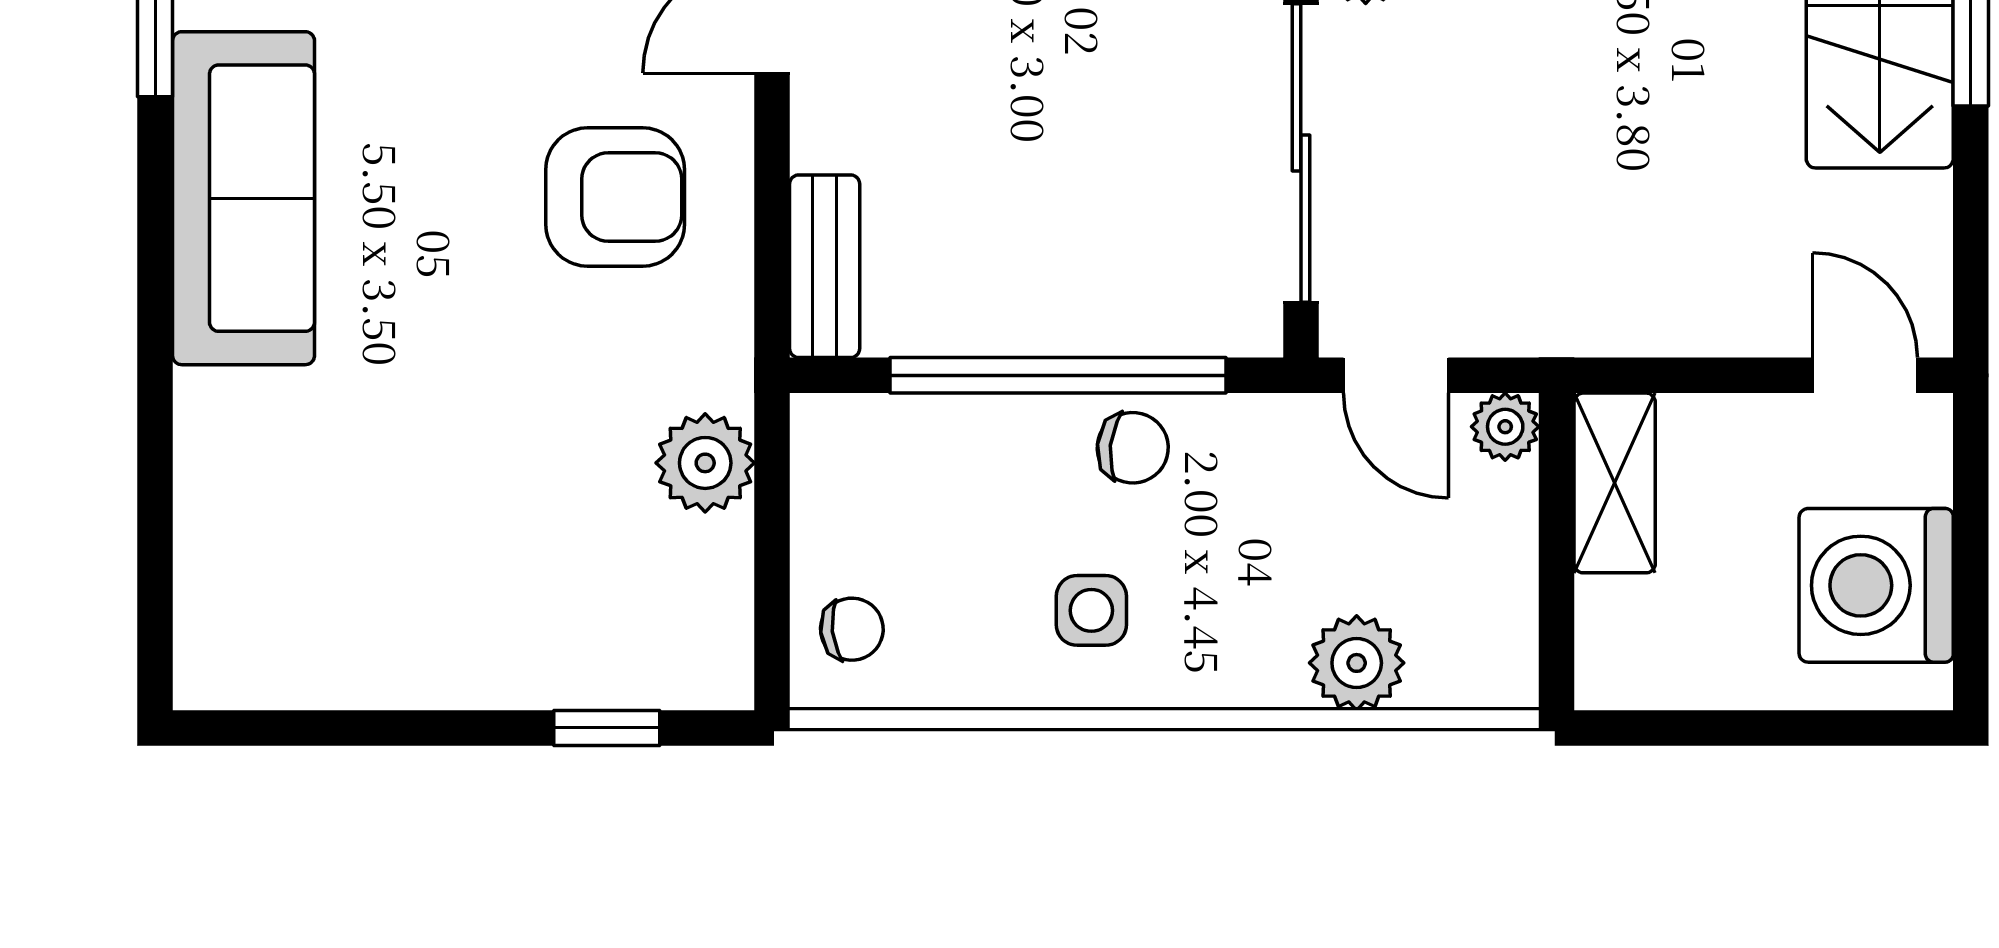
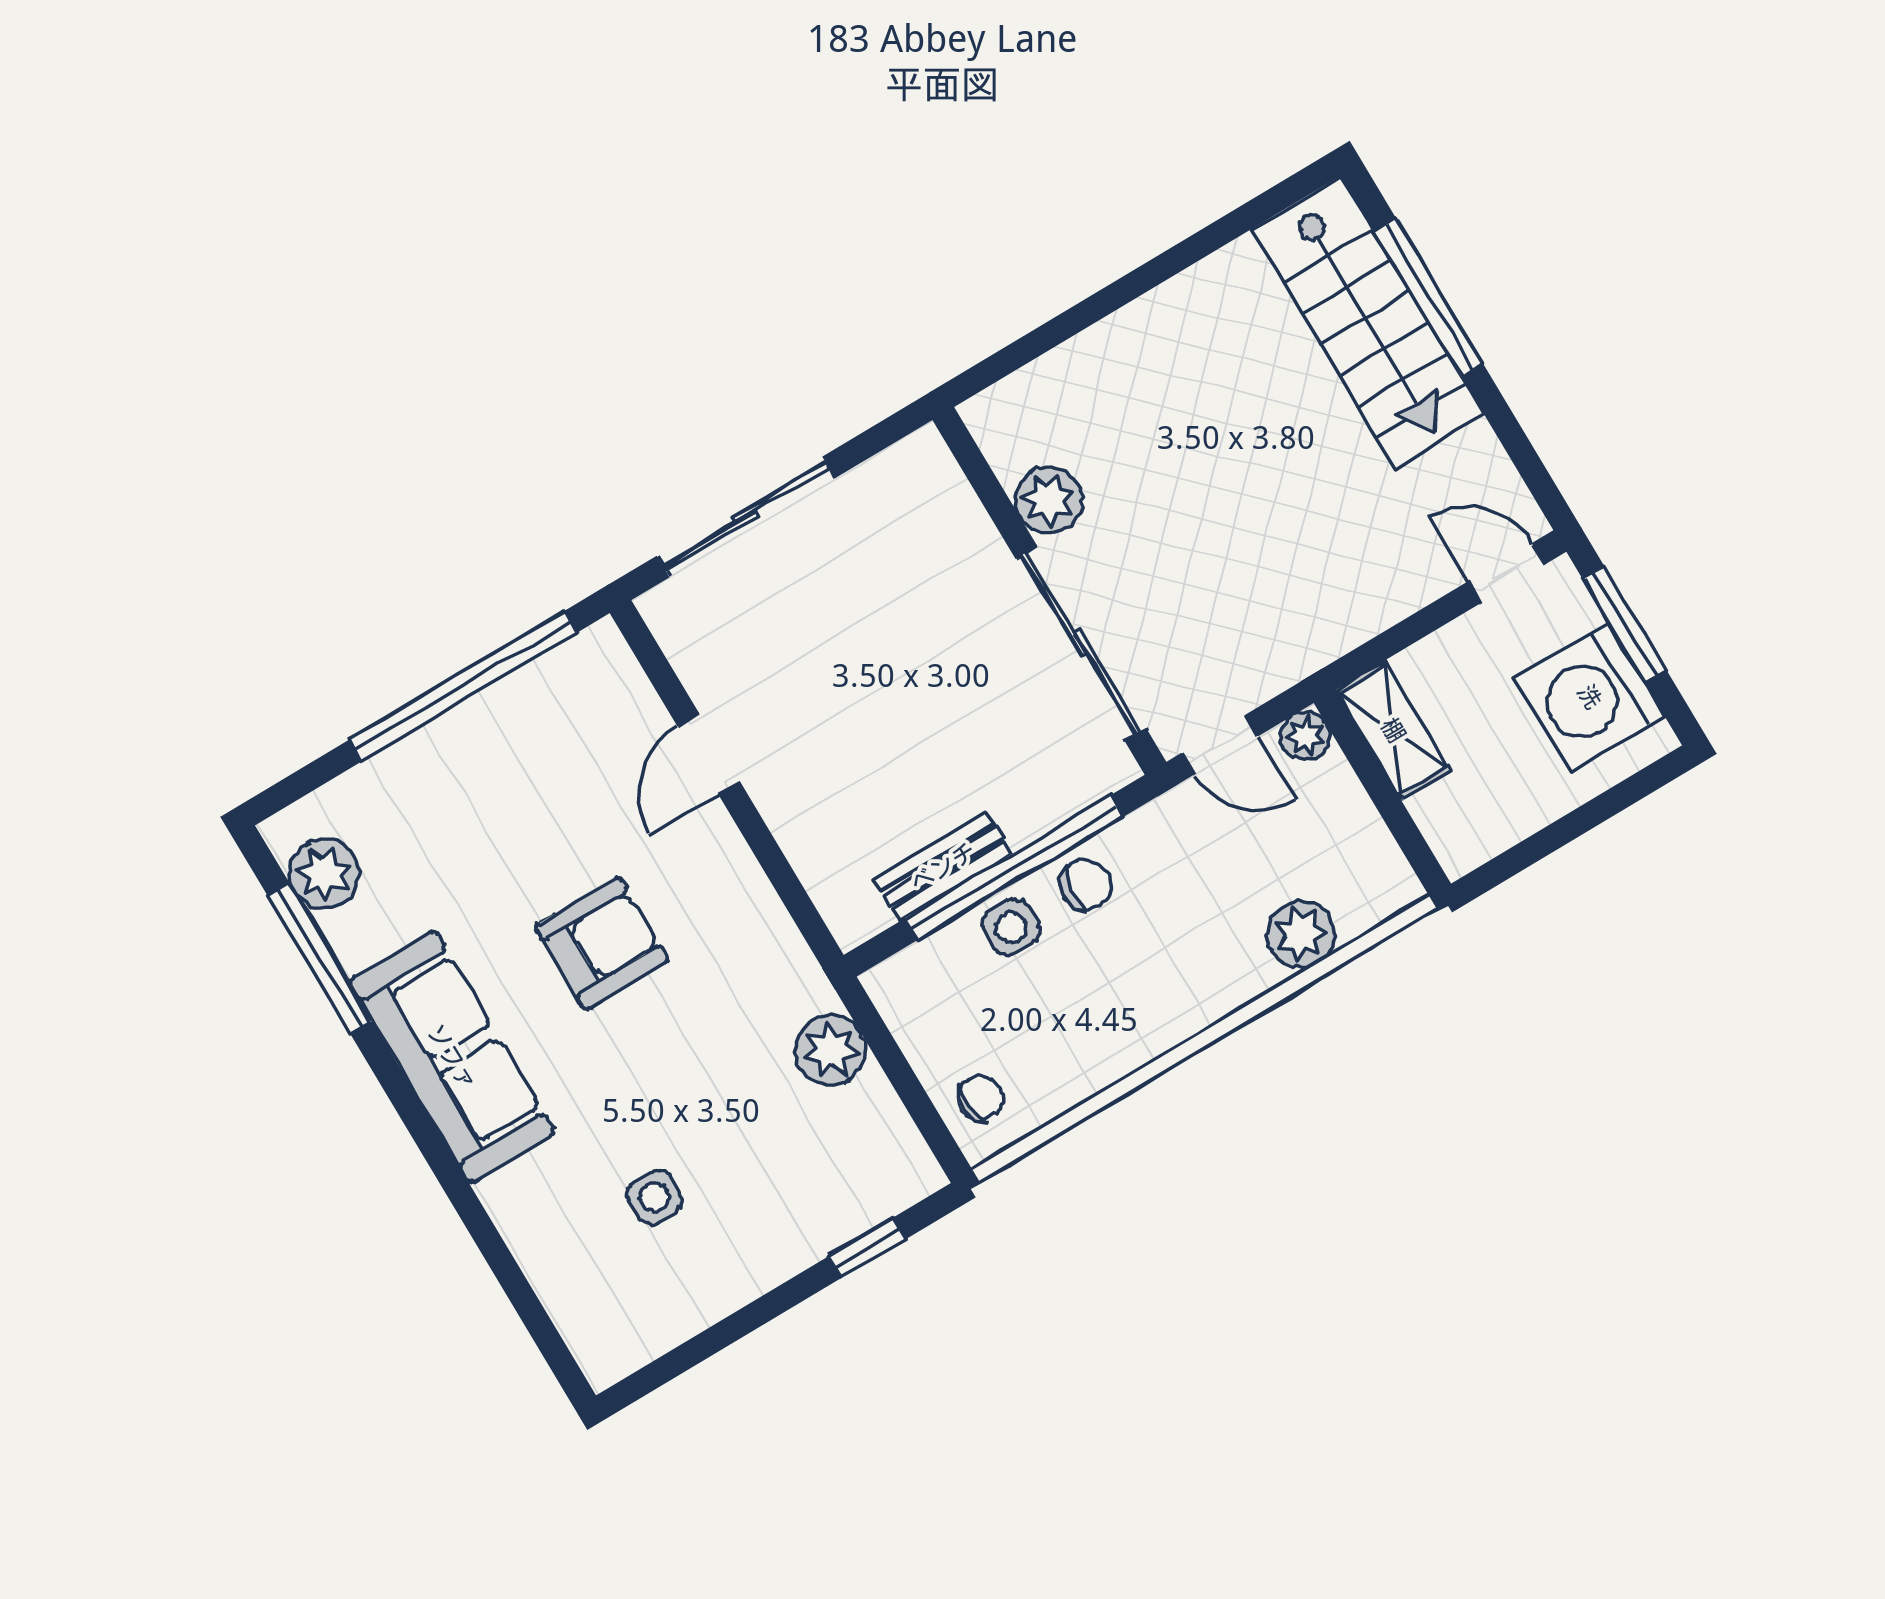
armchair: (615, 197) -> (602, 943), moved
bench: (825, 266) -> (943, 867), moved, turned 90
side table: (387, 514) -> (655, 1197), added
window: (1971, 523) -> (1625, 624), added
side table: (1091, 610) -> (1011, 927), moved

